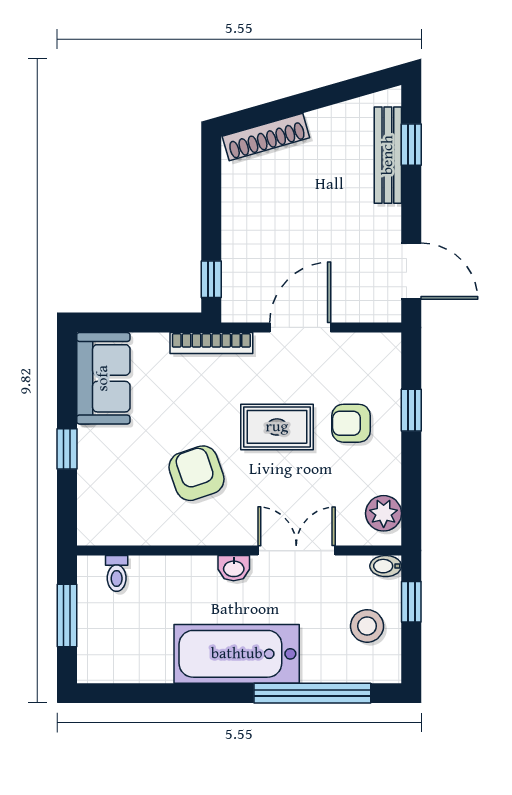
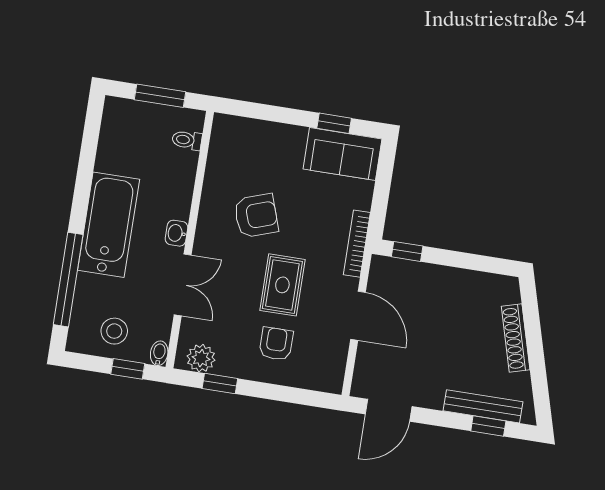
shoe rack: (266, 137) -> (516, 338), moved
window: (411, 410) -> (220, 384), moved
window: (67, 449) -> (334, 123), moved

